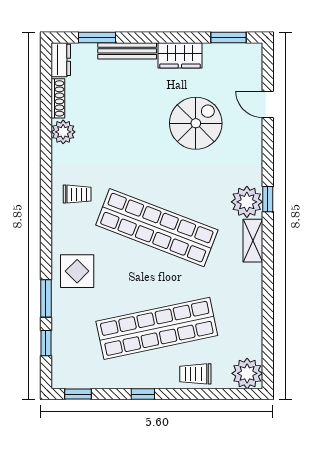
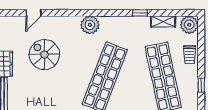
window: (268, 199) -> (140, 13), moved
shelving: (253, 241) -> (163, 21), moved

